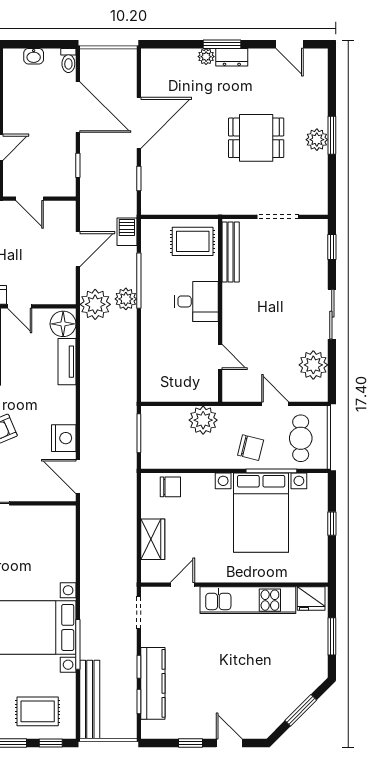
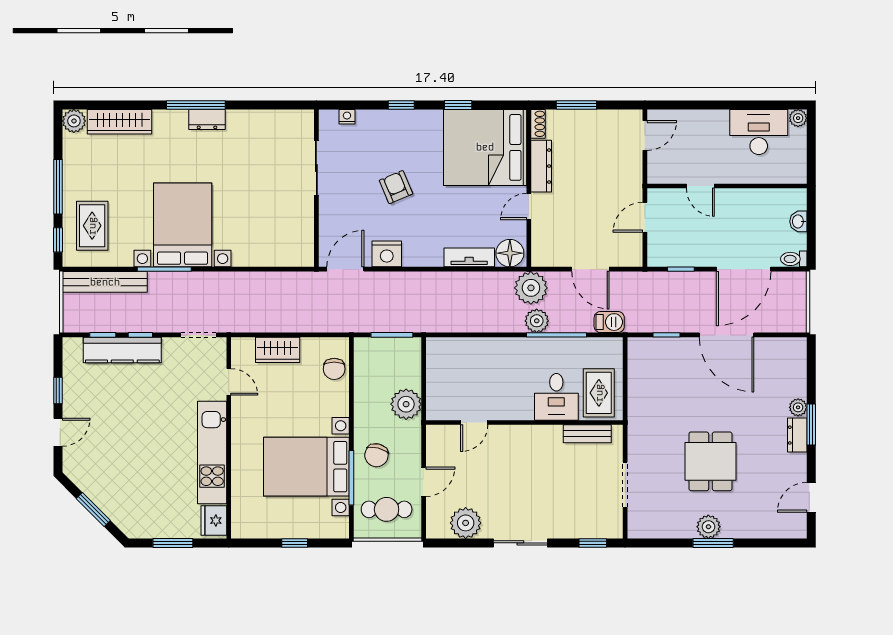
bench: (231, 252) -> (587, 434), width x0.73
desk: (196, 301) -> (556, 397), moved

